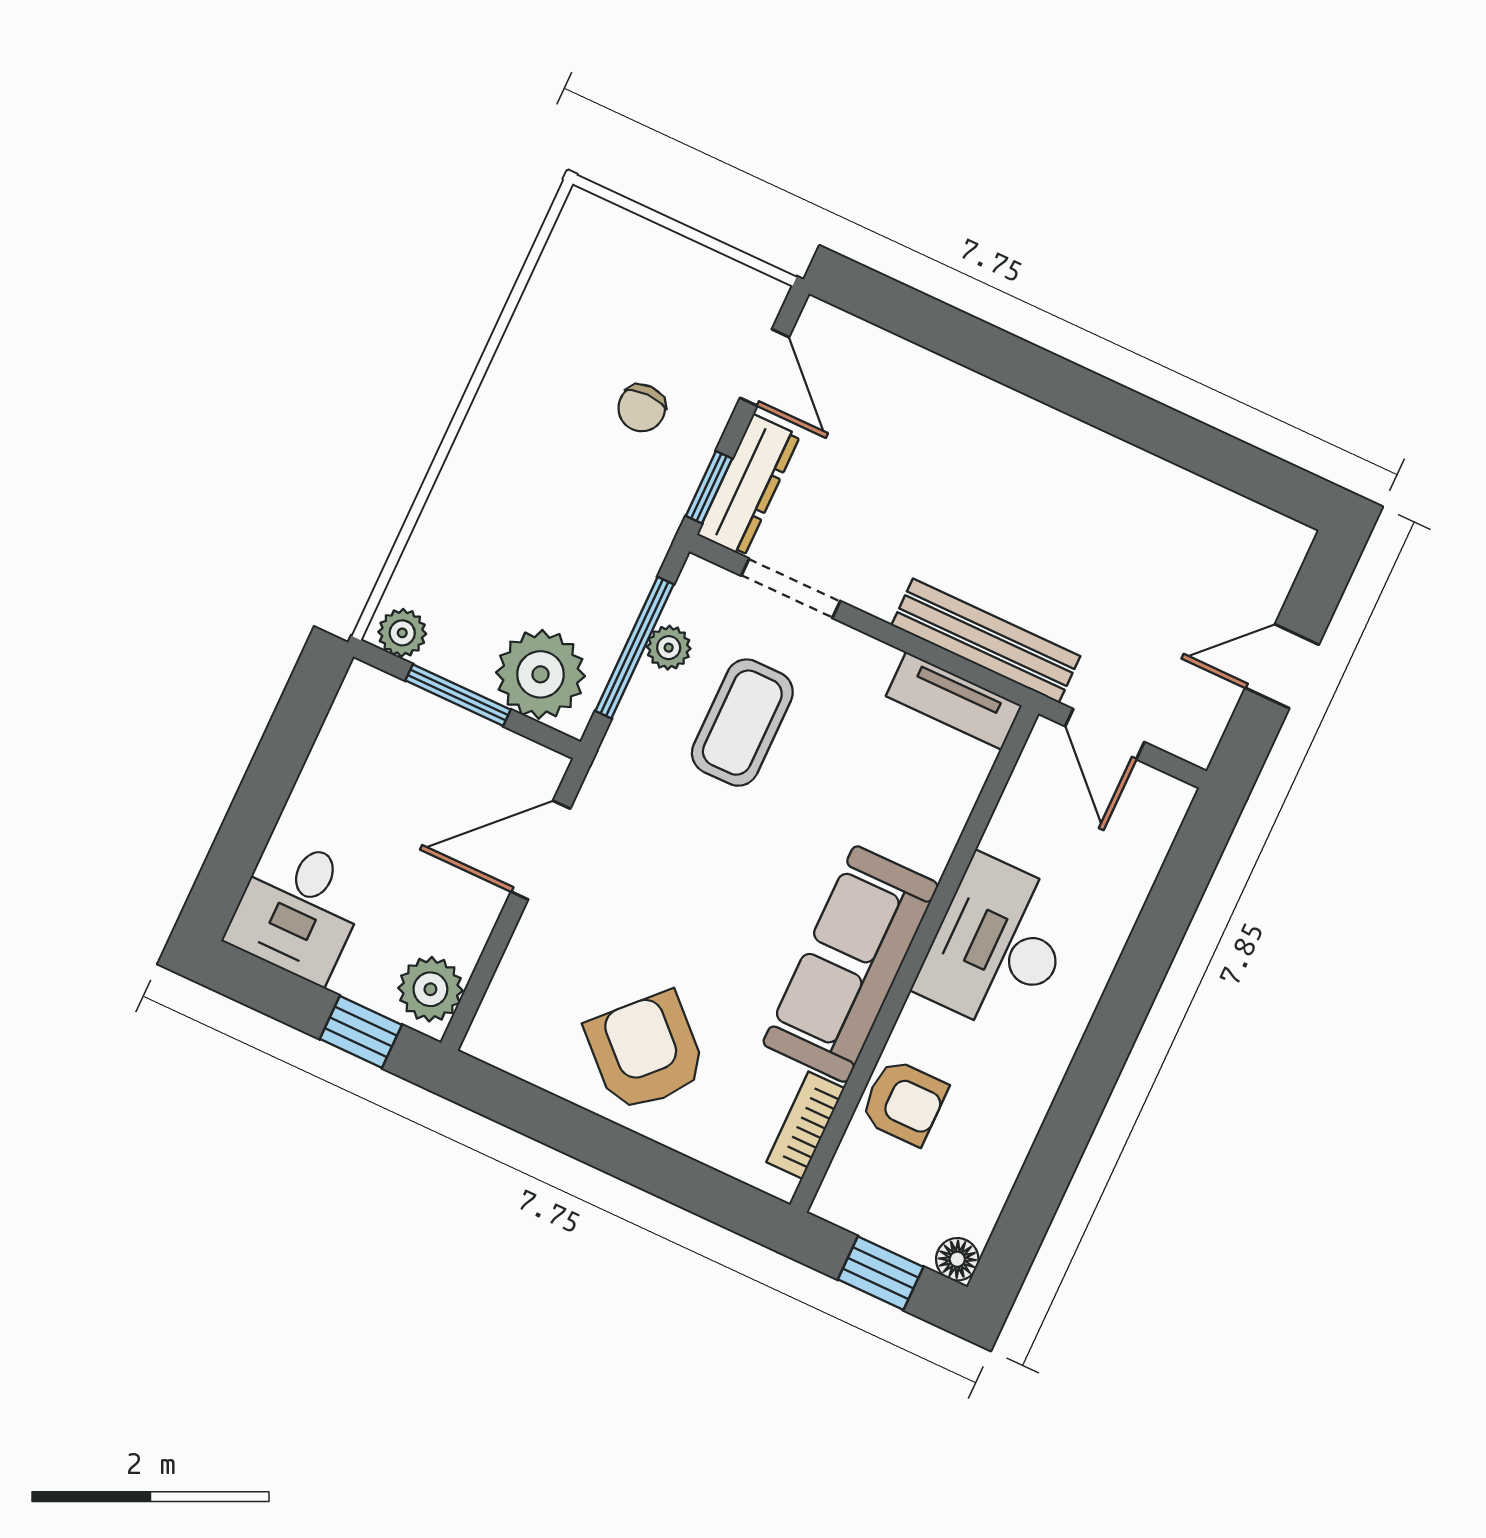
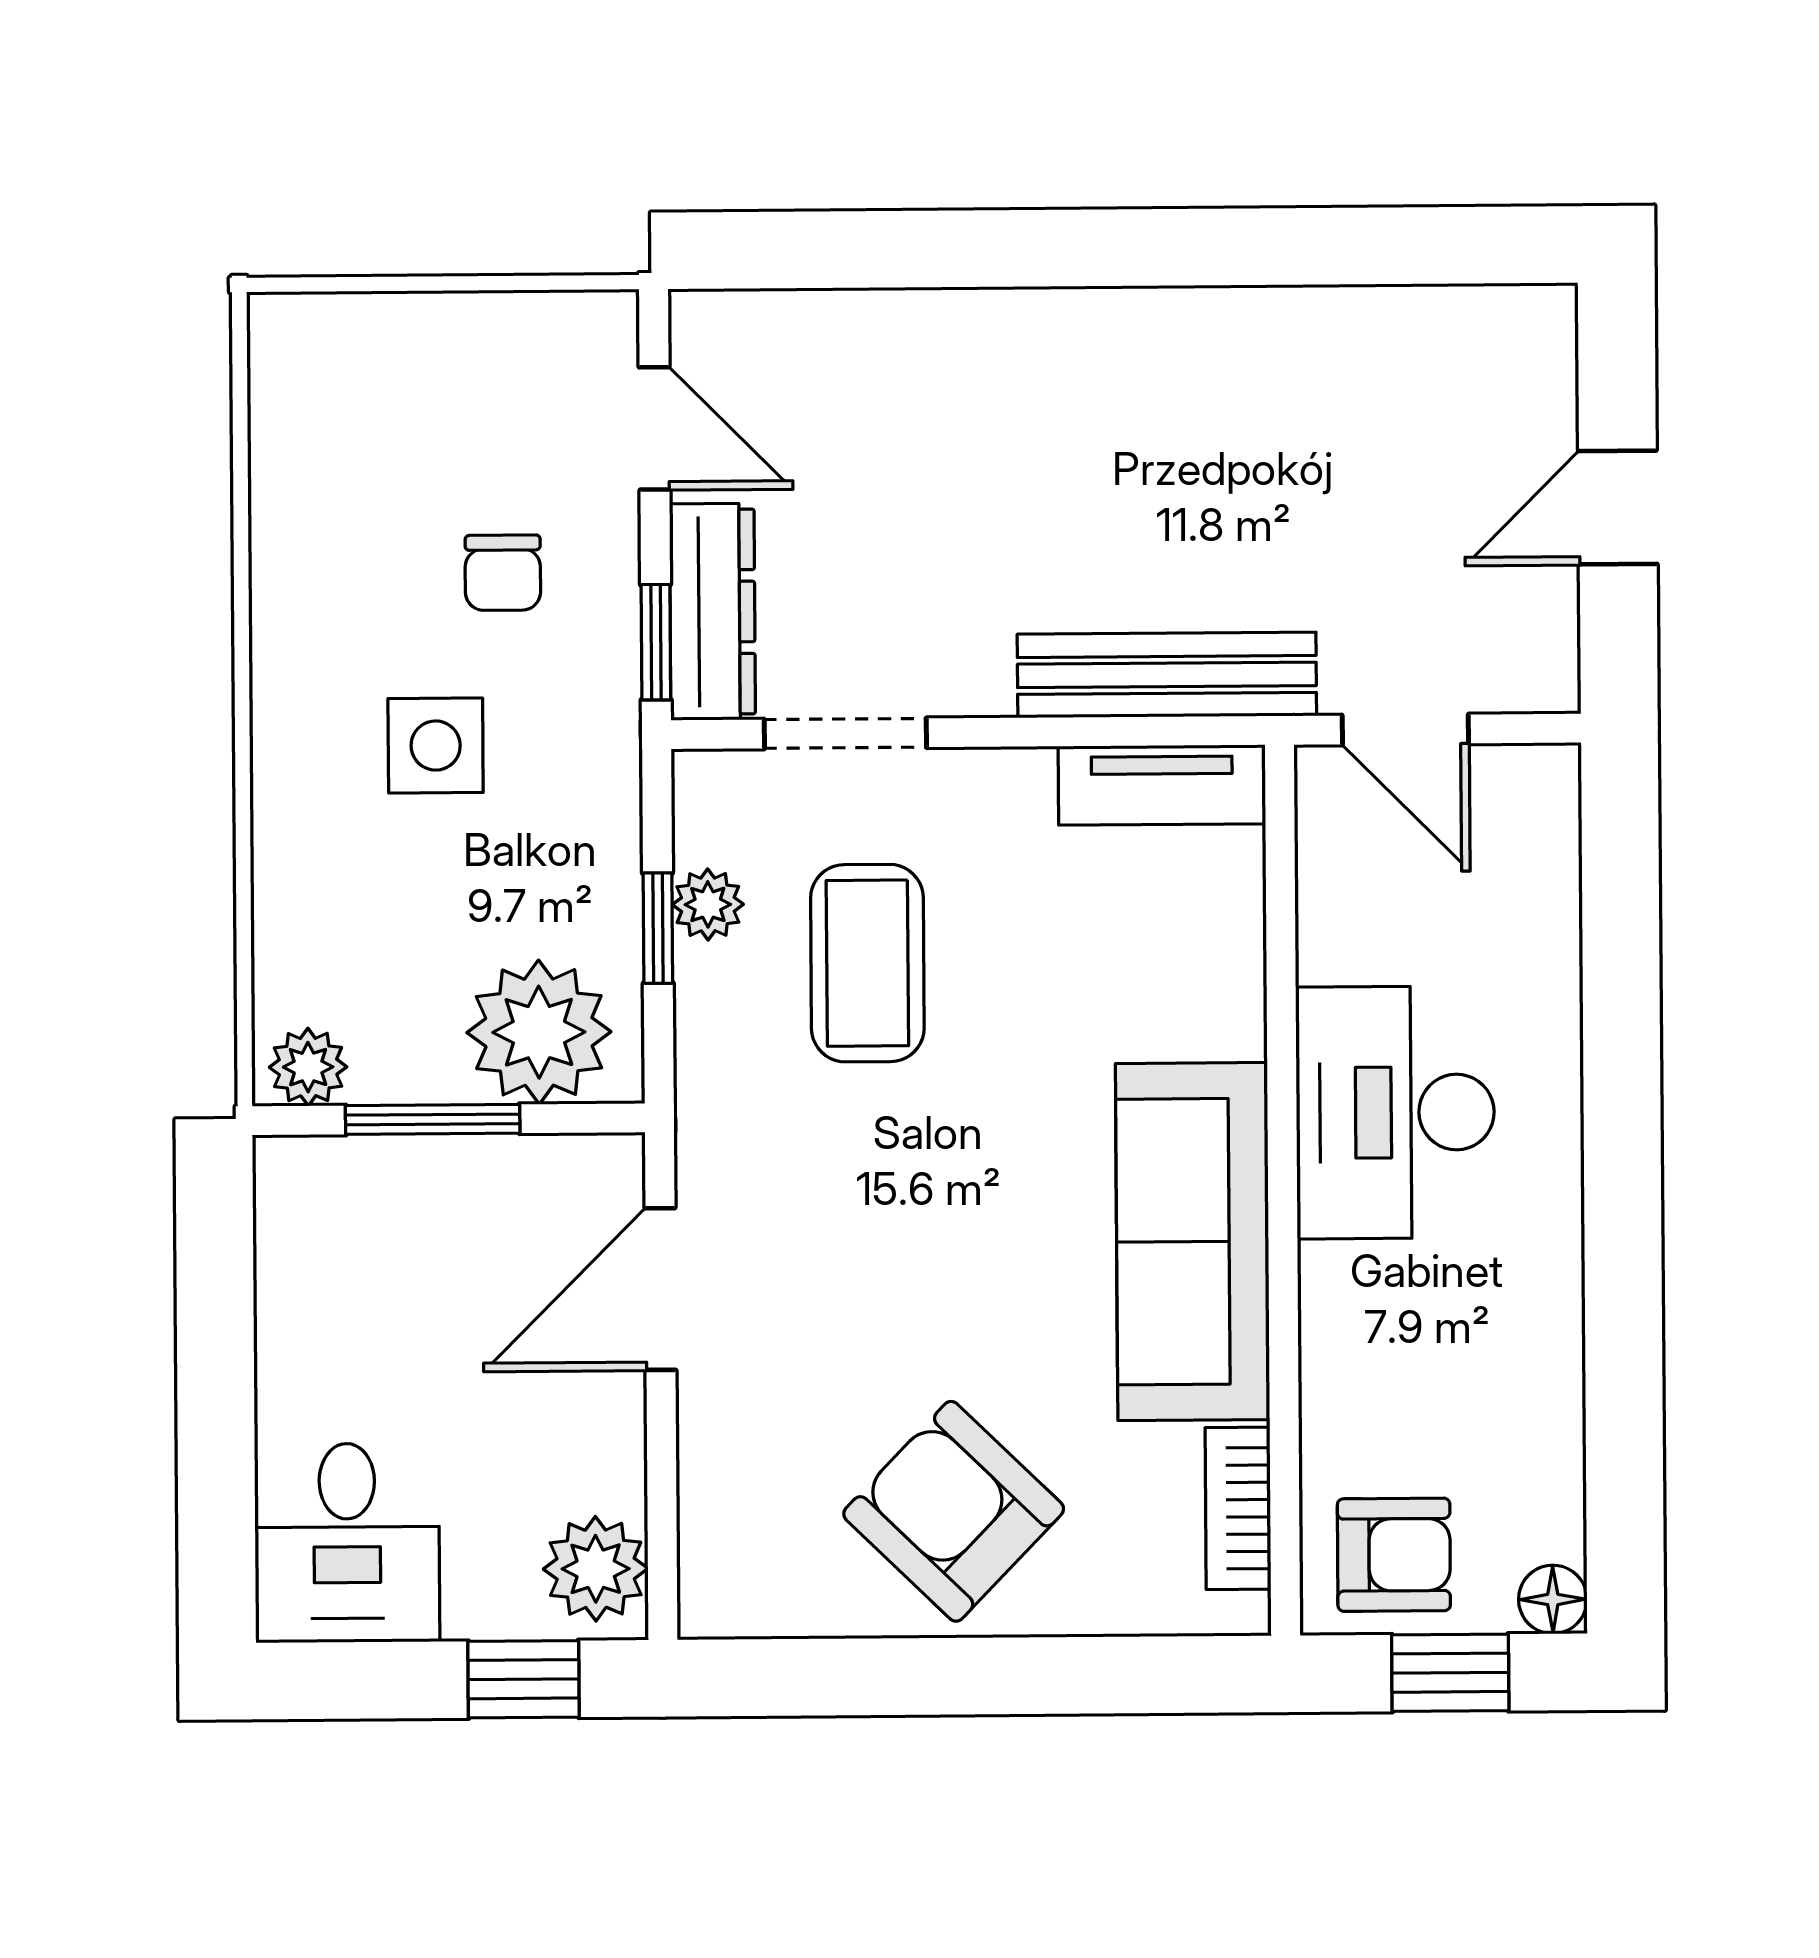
side table: (558, 487) -> (436, 746), added
window: (635, 648) -> (658, 928), width x0.46
armchair: (904, 1102) -> (1394, 1555), moved

